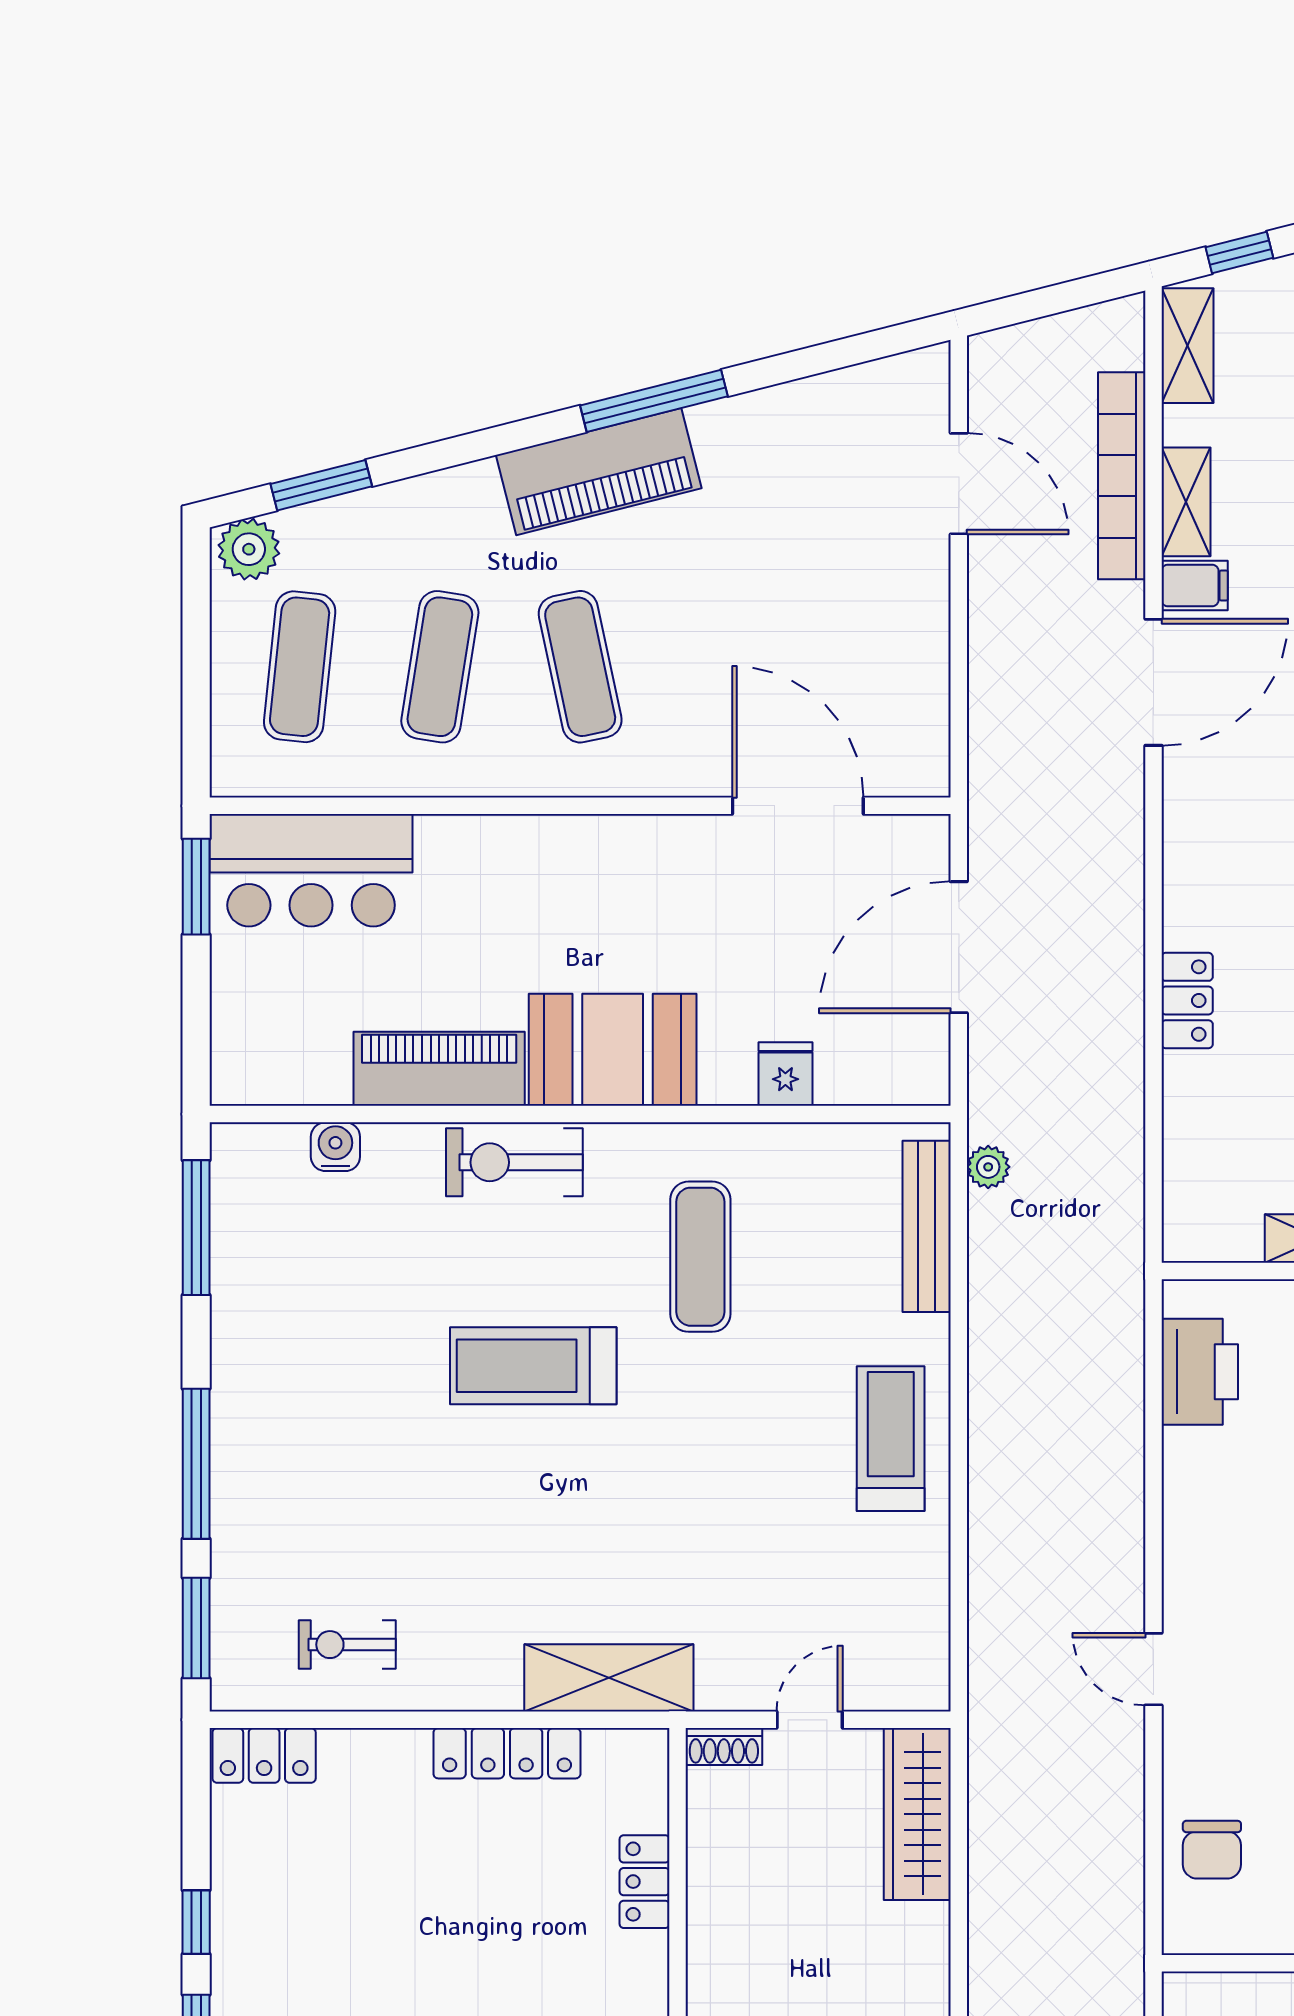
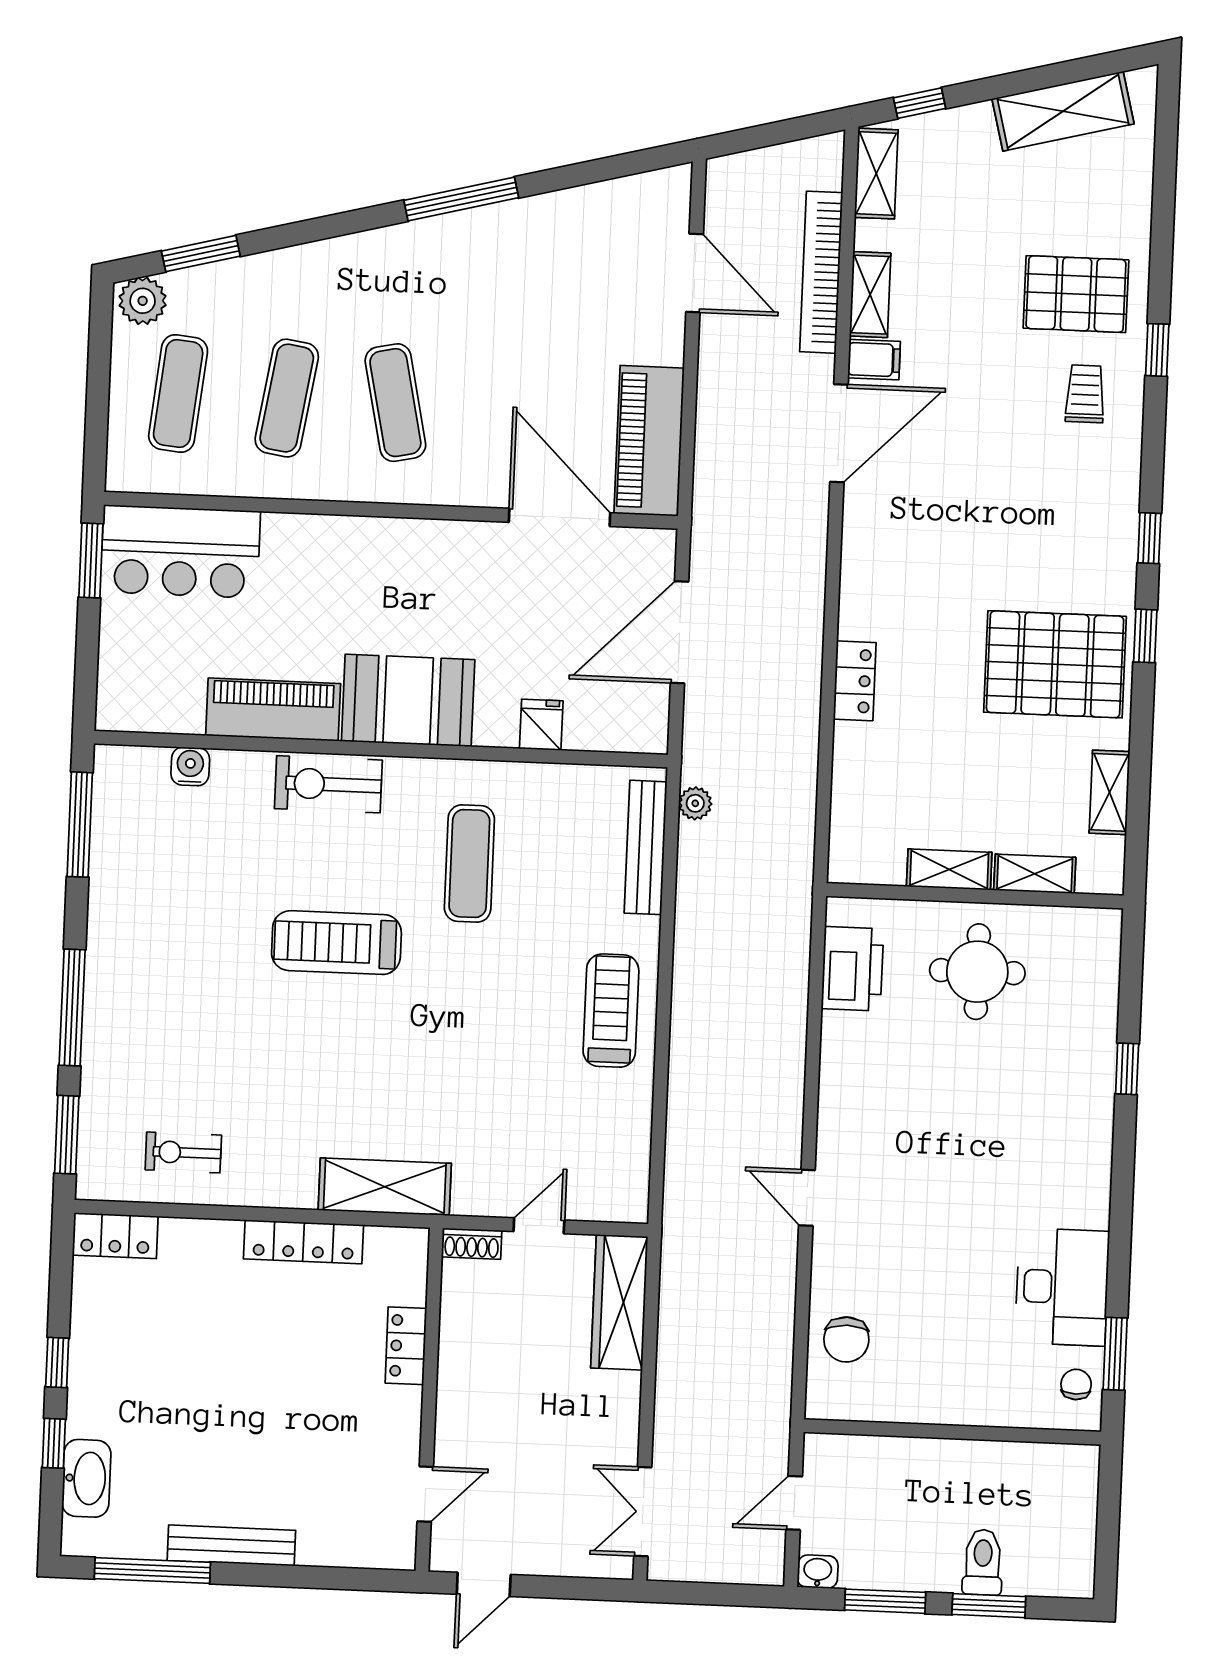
piano: (599, 472) -> (649, 441), moved, turned 104

